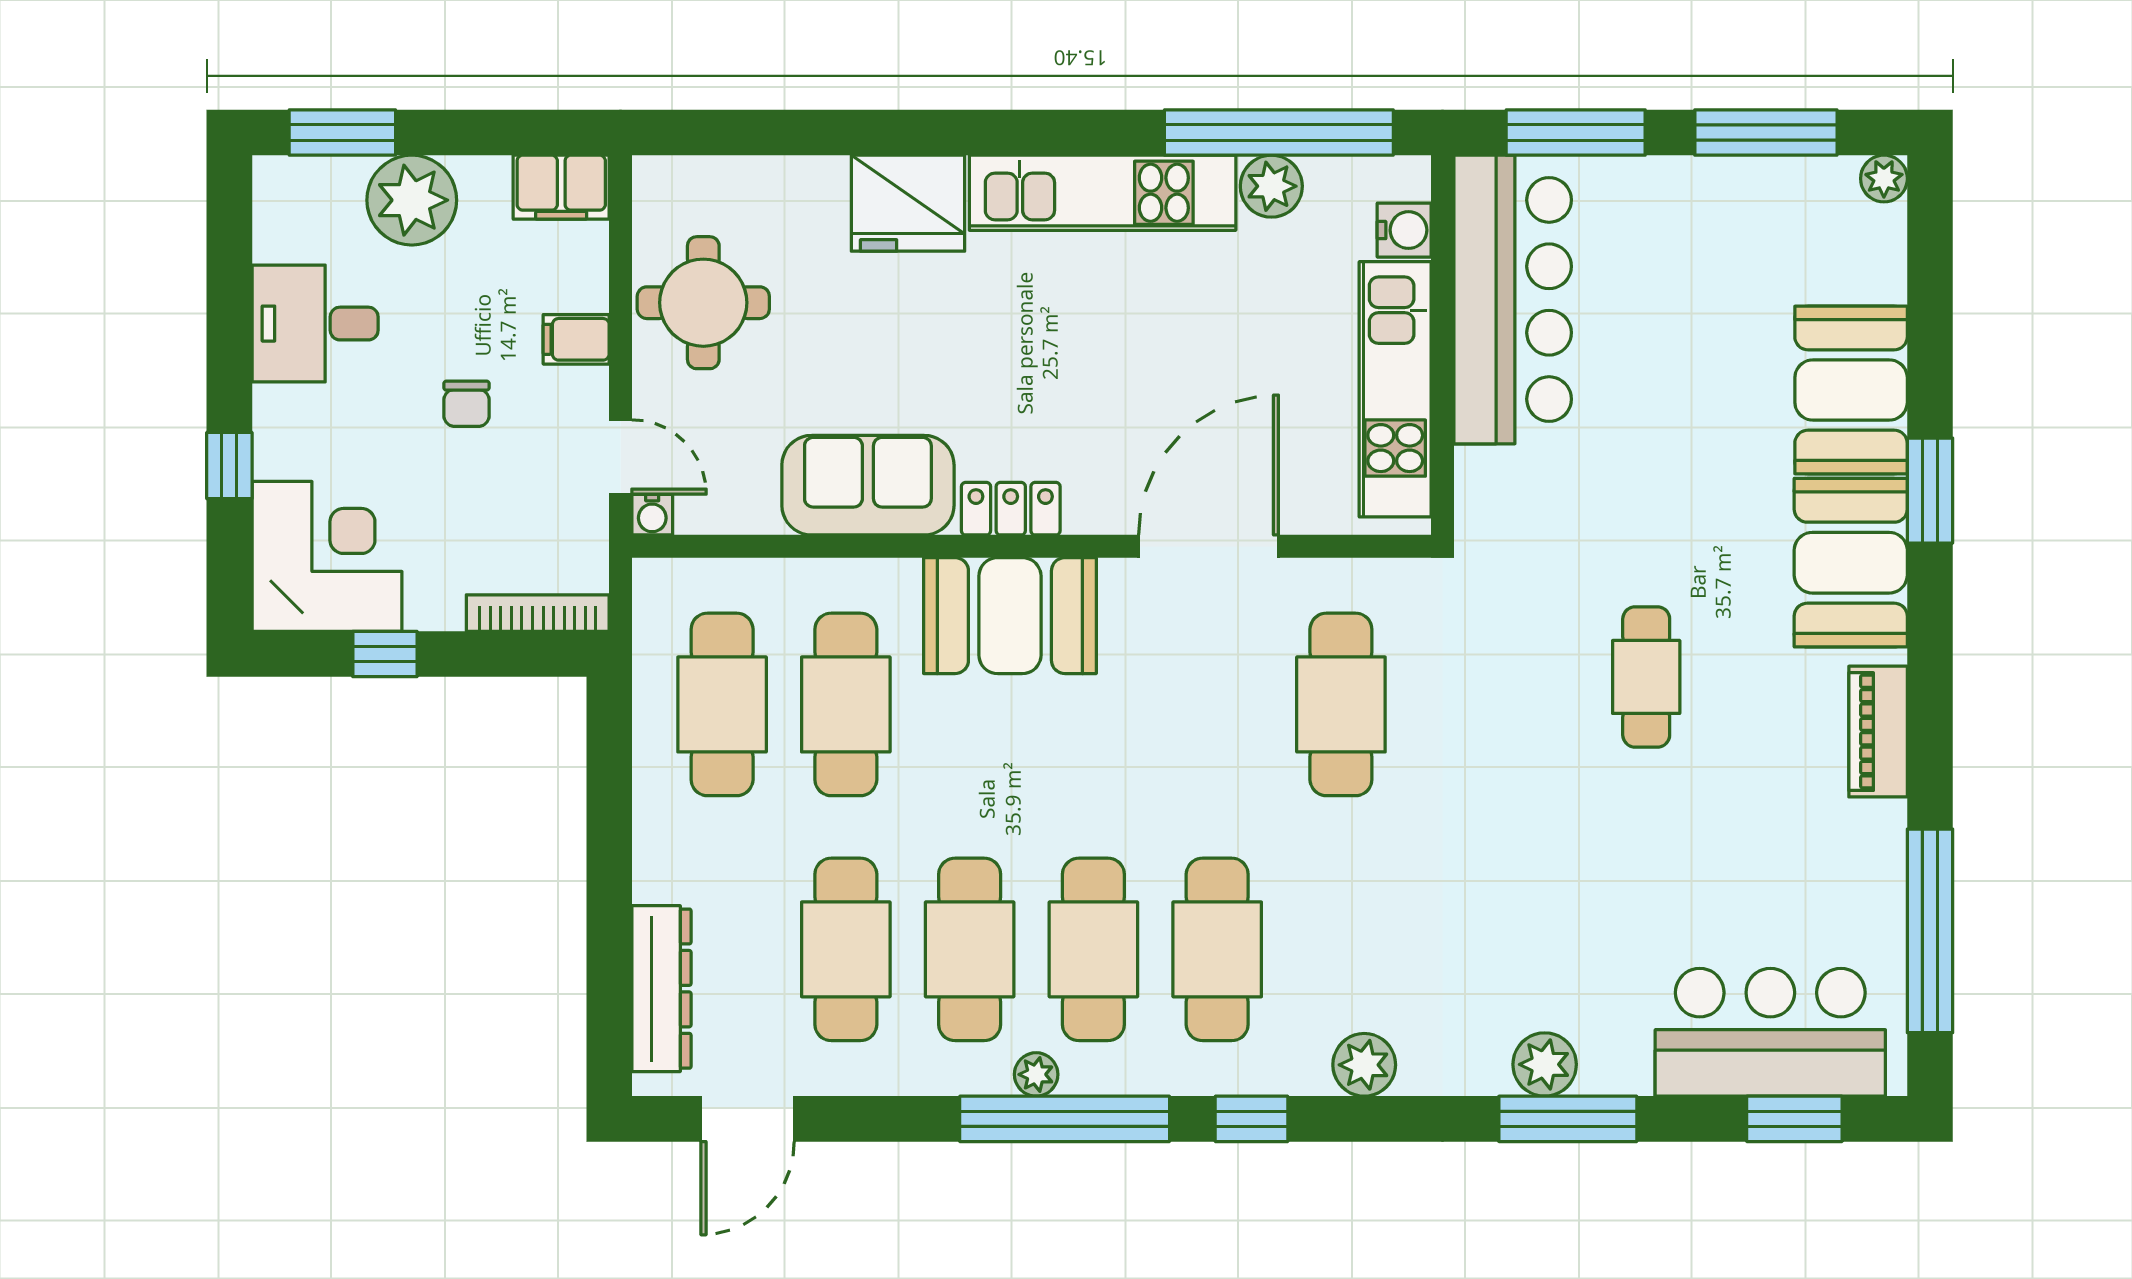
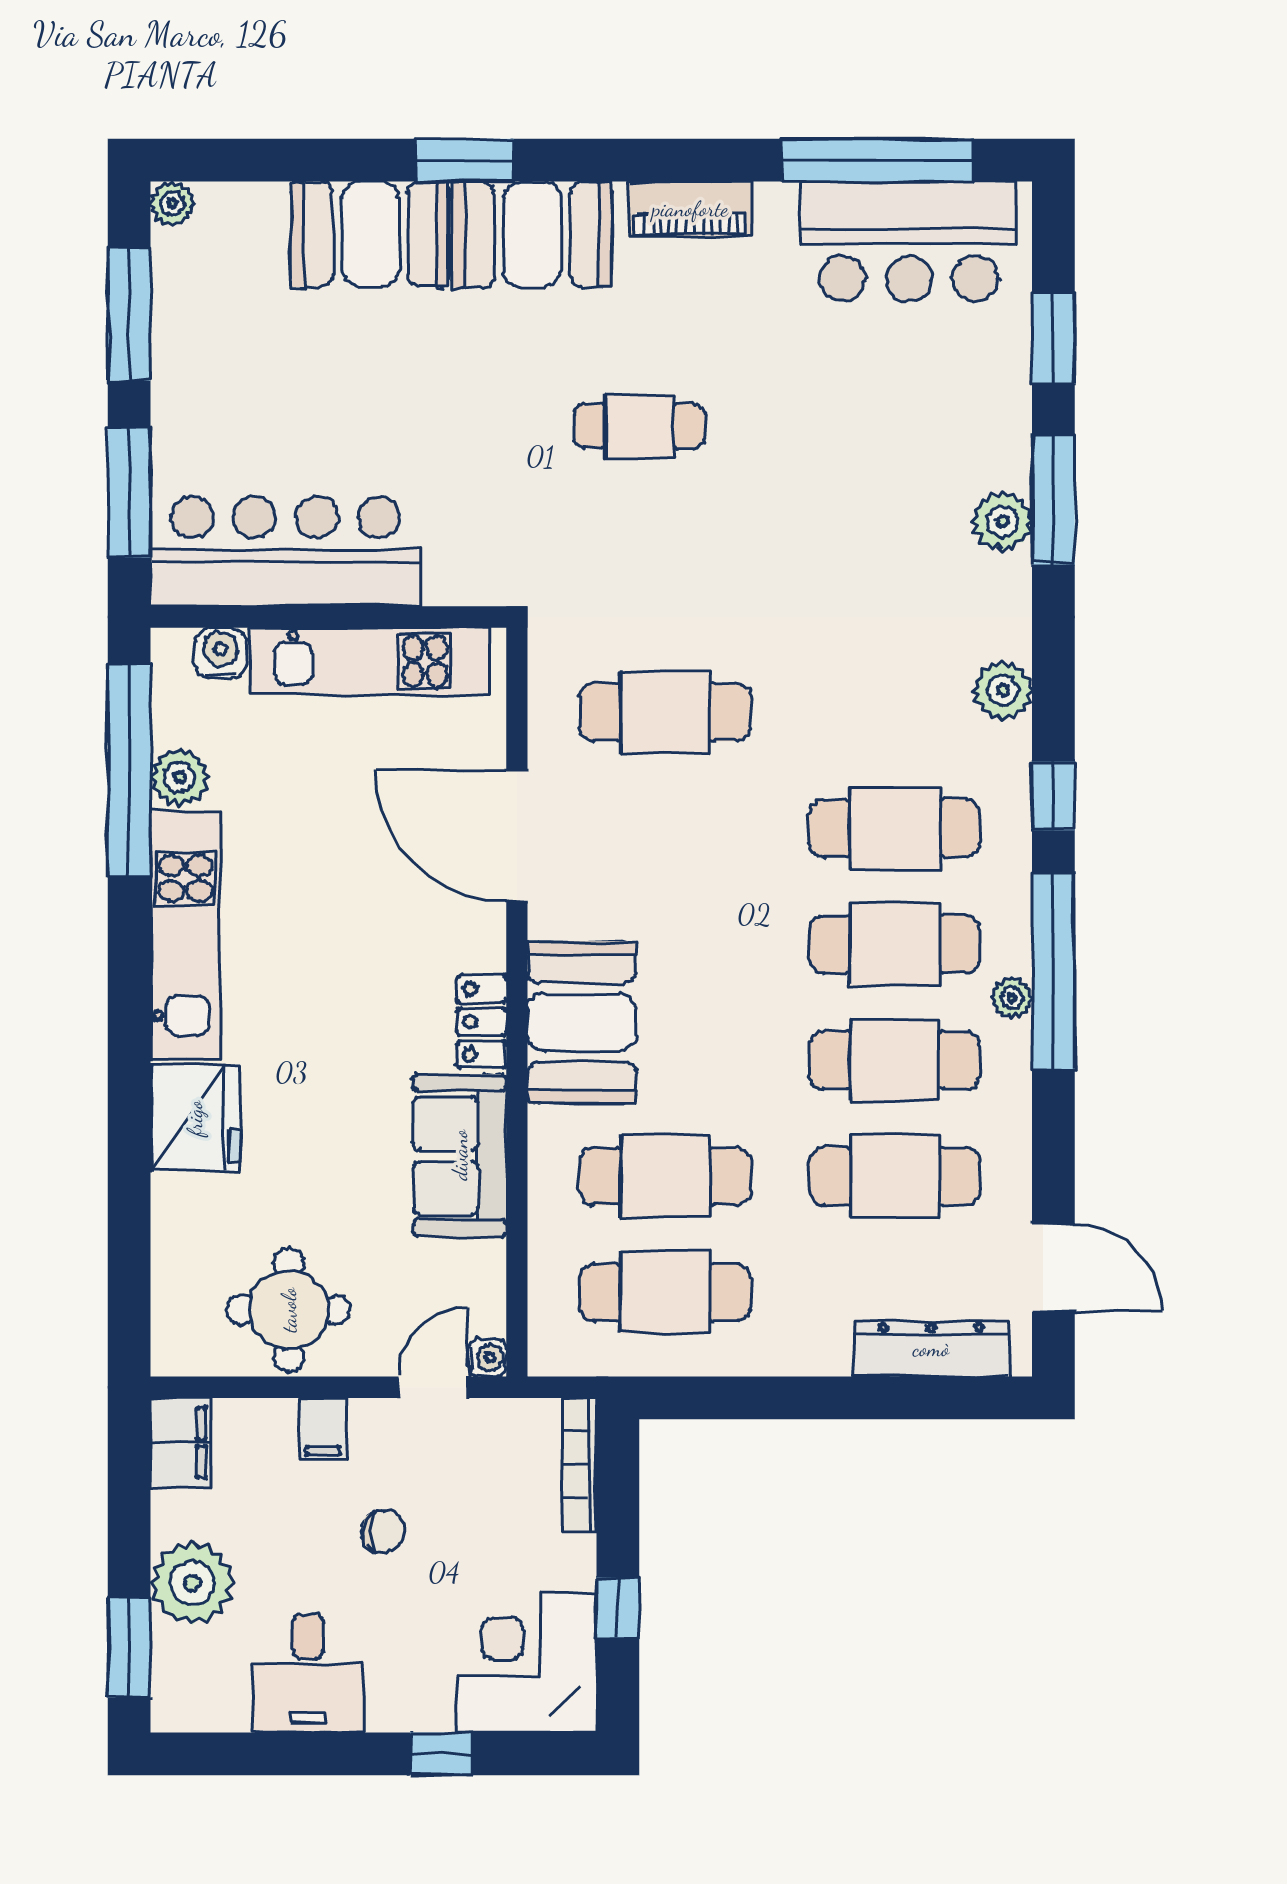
bar counter: (1770, 1032) -> (909, 241), moved, turned -90
window: (1794, 1119) -> (1053, 339), moved

